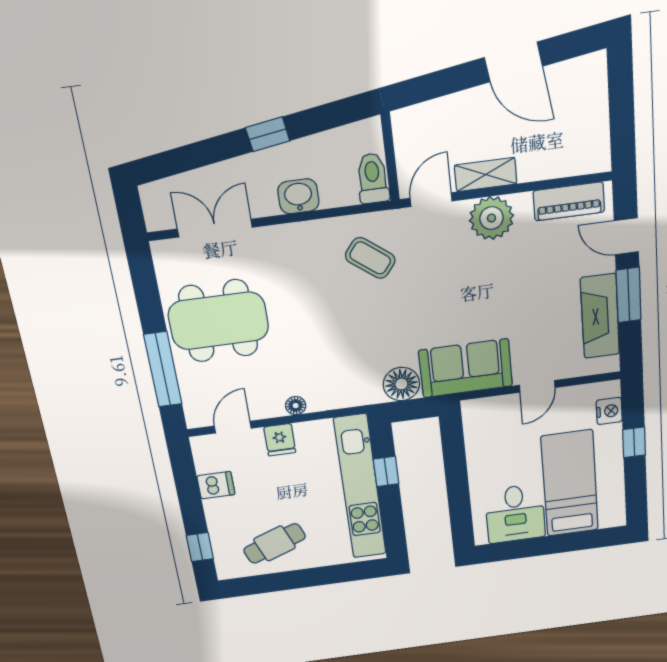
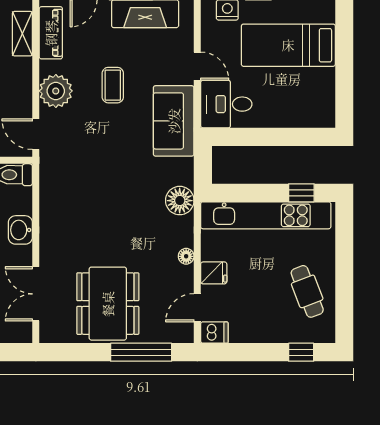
shelving: (486, 175) -> (22, 34), moved
coffee table: (370, 258) -> (113, 85), moved, turned -38
floor lamp: (401, 384) -> (180, 201), moved
door: (233, 427) -> (197, 308), hinge flipped
window: (386, 471) -> (301, 193), moved
dishwasher: (216, 485) -> (214, 333), moved, turned 90
desk: (515, 514) -> (226, 104), moved, turned 180

